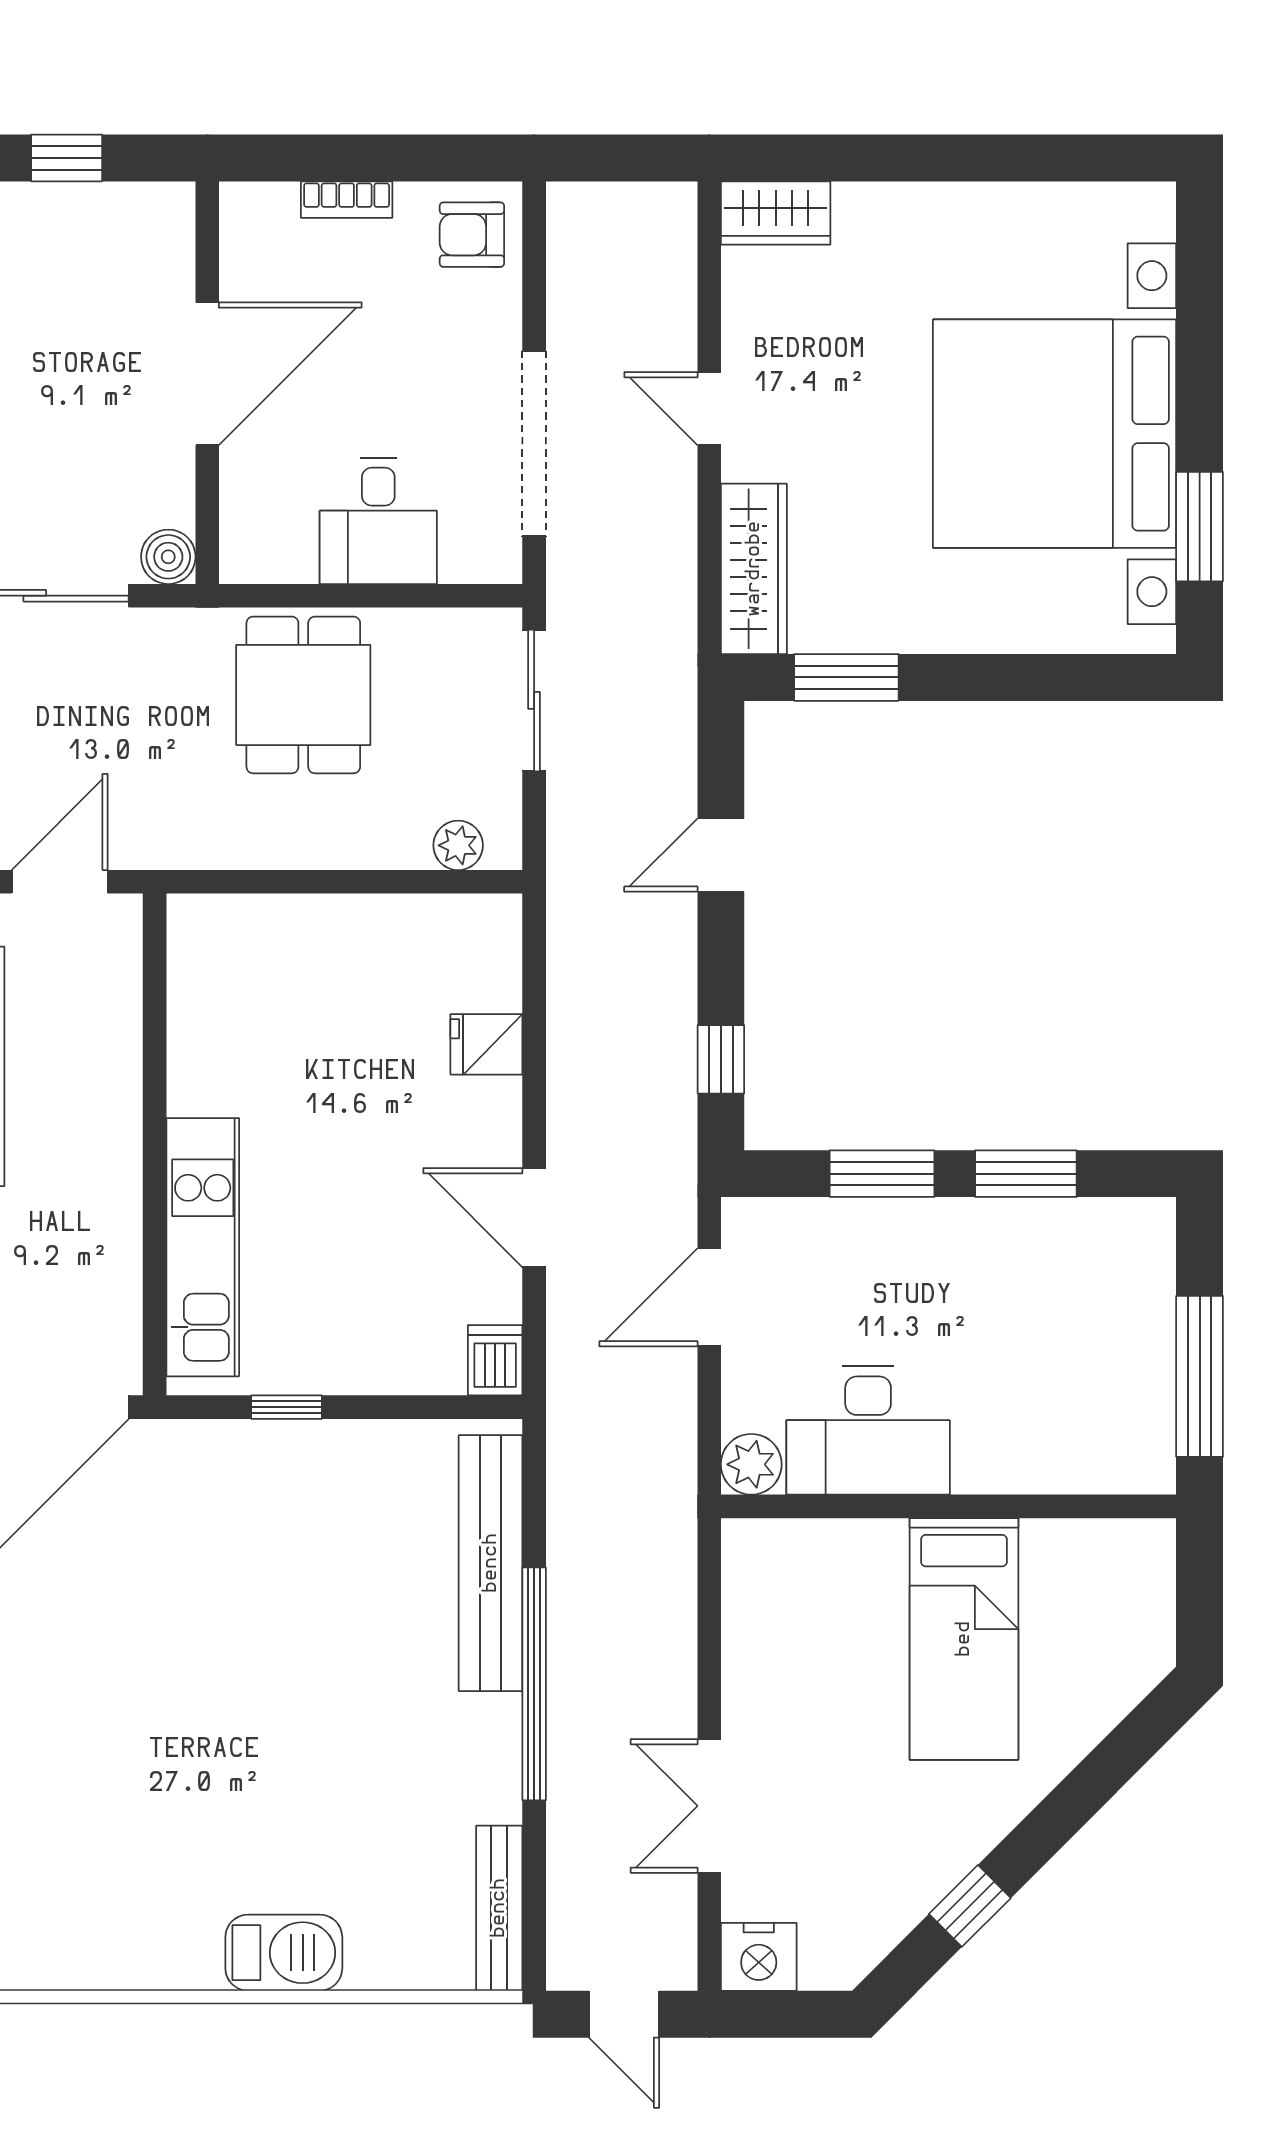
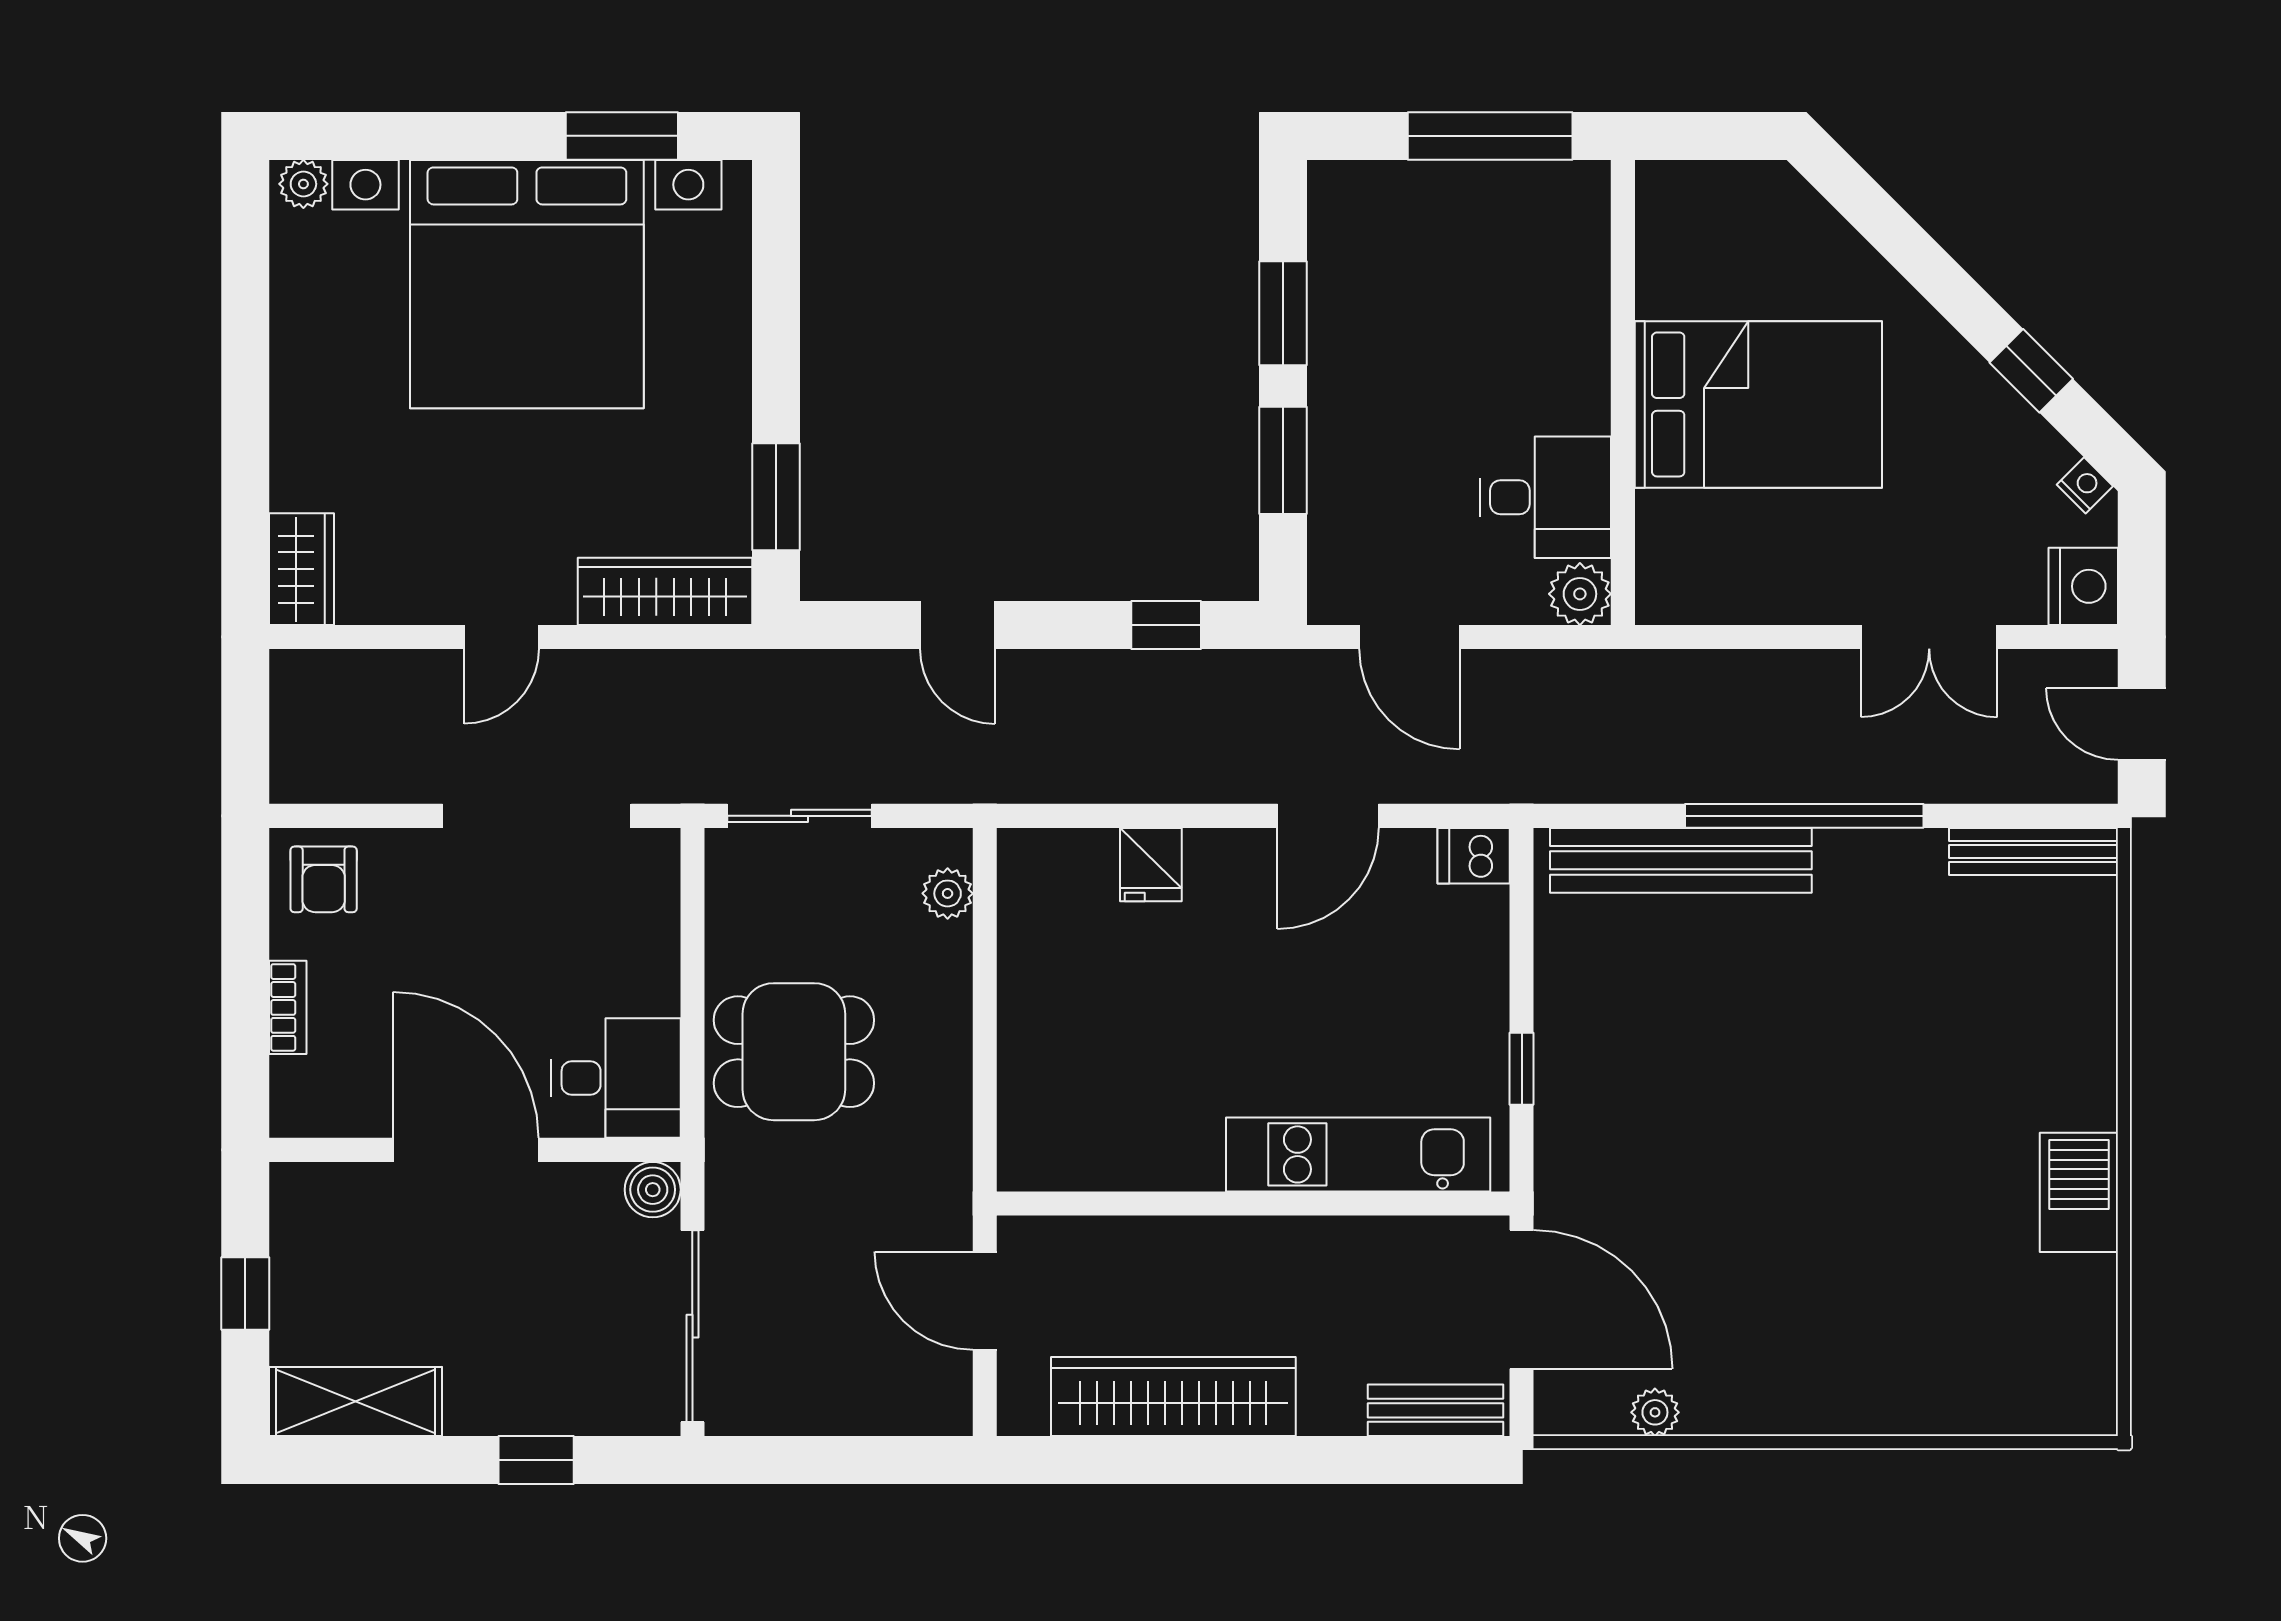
plant: (1153, 215) -> (303, 184), added
desk: (378, 521) -> (616, 1078), moved
desk: (868, 1430) -> (1545, 497), width x0.73
bed: (964, 1639) -> (1758, 404), width x1.50
barbecue: (284, 1953) -> (2079, 1192), moved
nightstand: (858, 1958) -> (2085, 485), added
door: (624, 2014) -> (2142, 724), swing flipped

